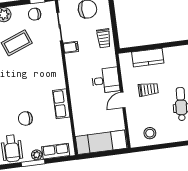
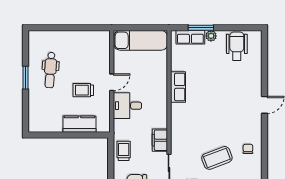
filing cabinet: (71, 47) -> (160, 140), width x2.00
chair: (25, 119) -> (218, 76), removed
stool: (150, 133) -> (88, 43), removed
window: (33, 163) -> (201, 28), moved

